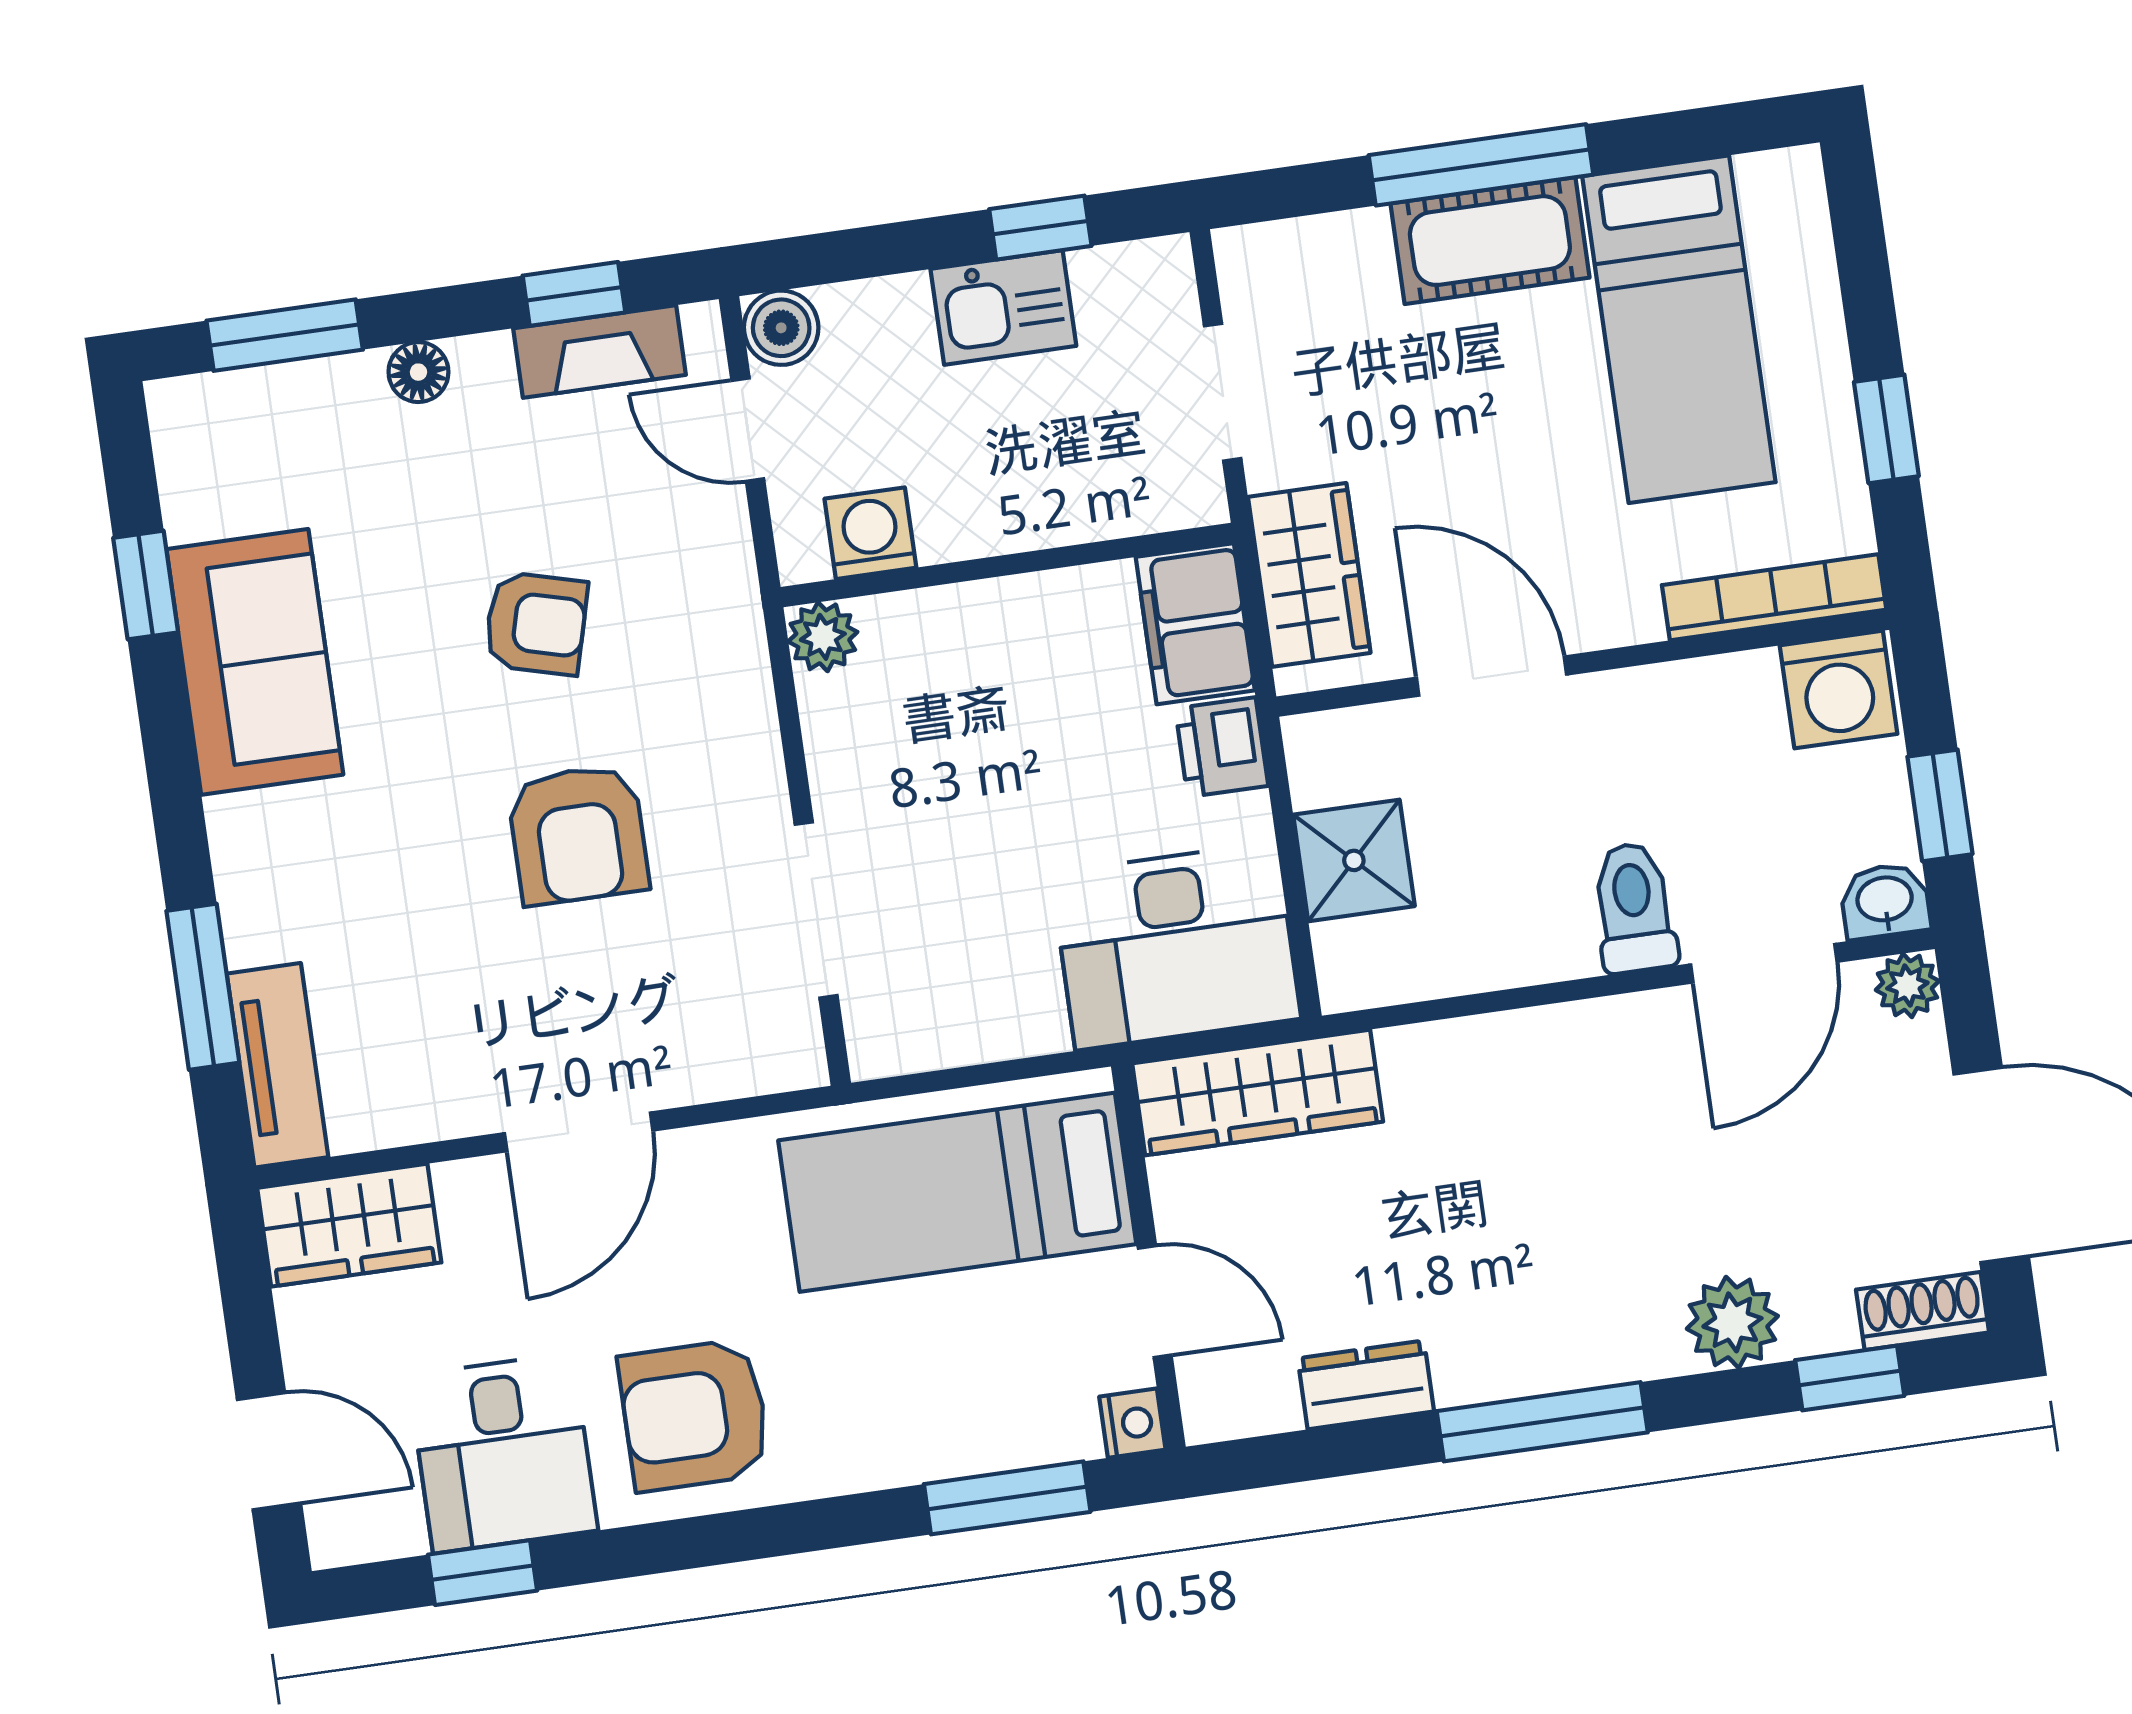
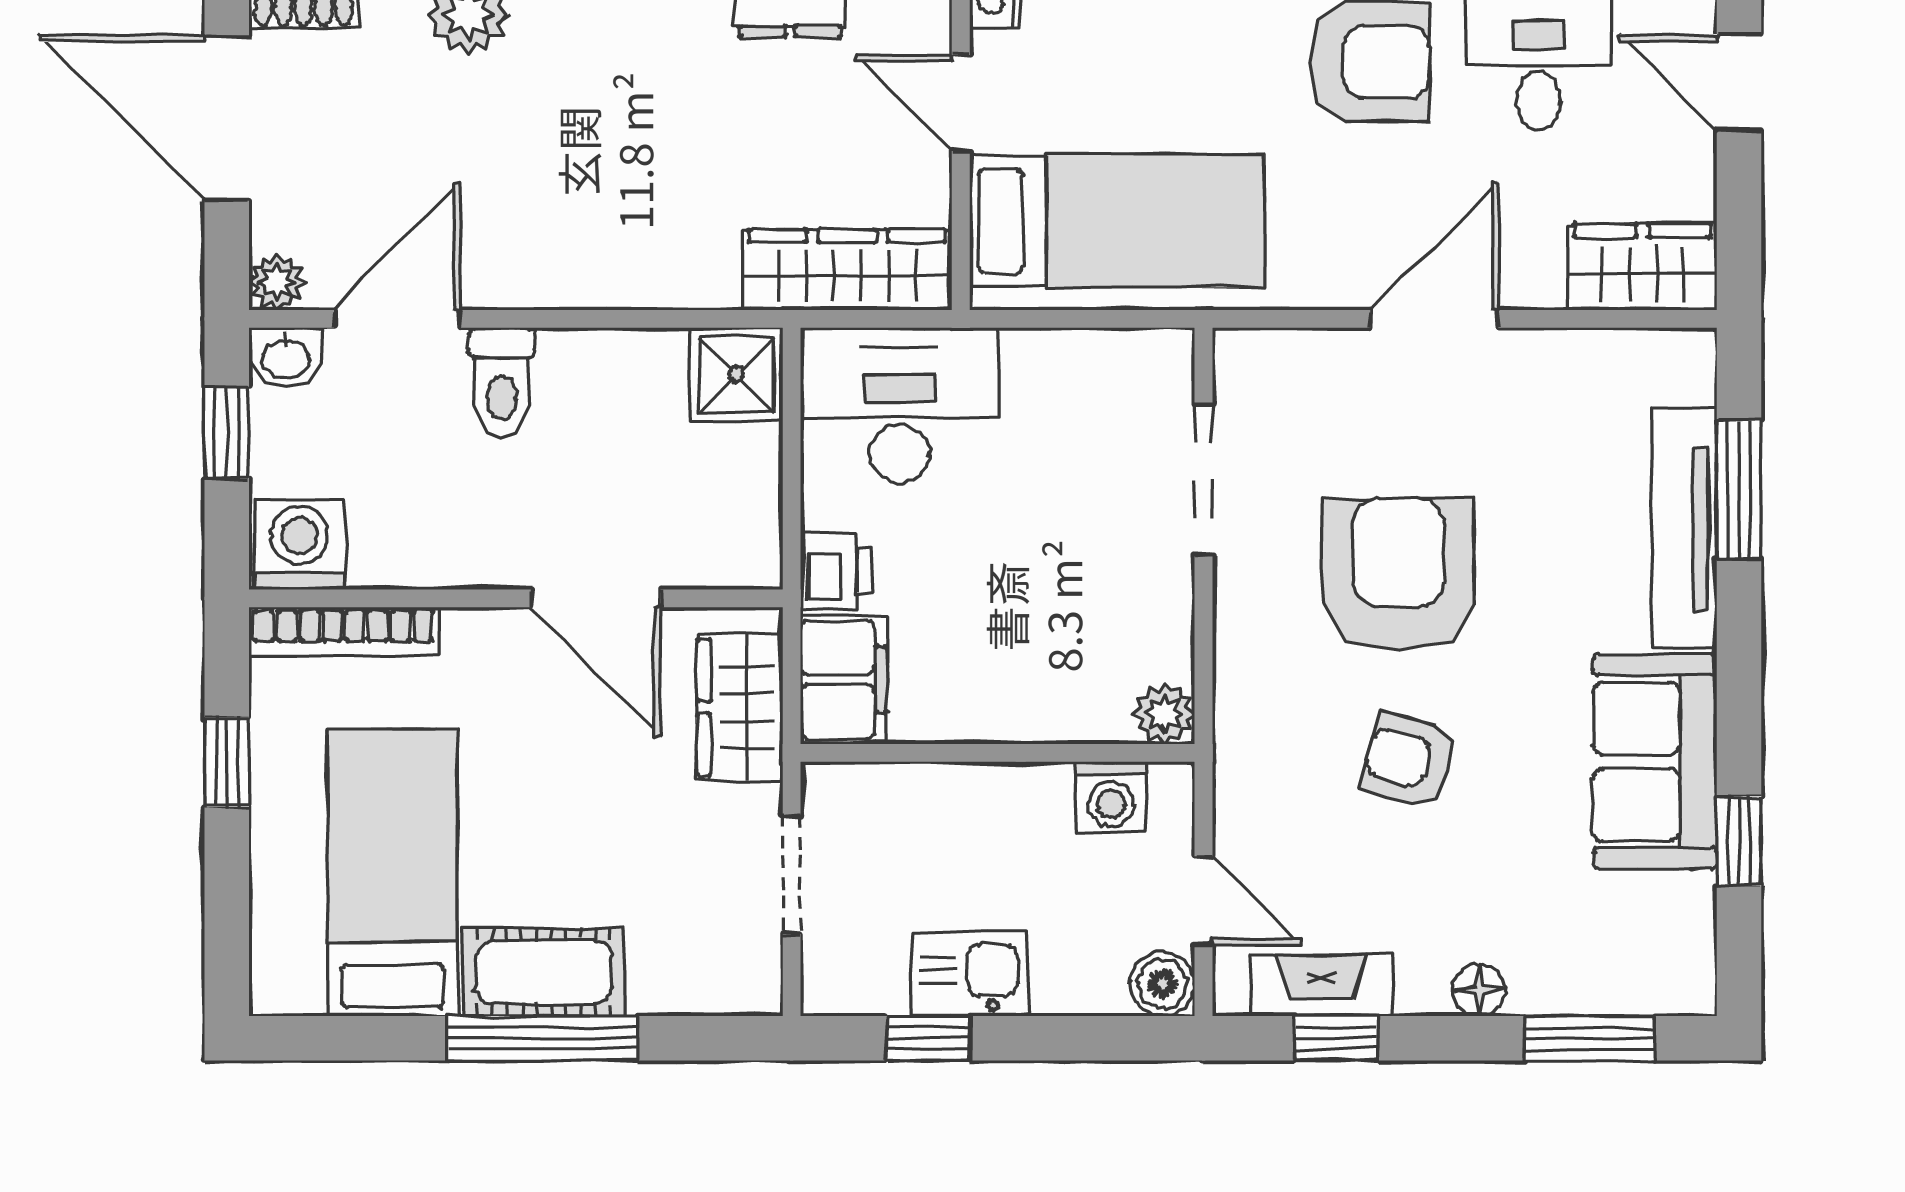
armchair: (578, 835) -> (1399, 574), width x1.36, depth x1.36
shower: (1354, 860) -> (736, 374), moved
tv unit: (278, 1065) -> (1684, 528), moved, width x1.41

